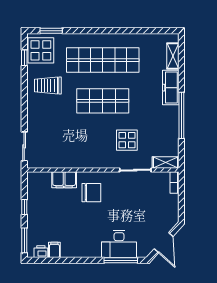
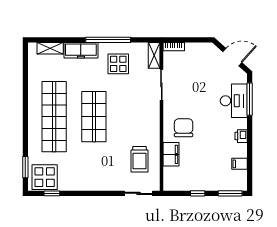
trolley: (48, 86) -> (139, 159), moved
display table: (127, 140) -> (118, 64), moved
printer: (41, 252) -> (241, 136), moved

